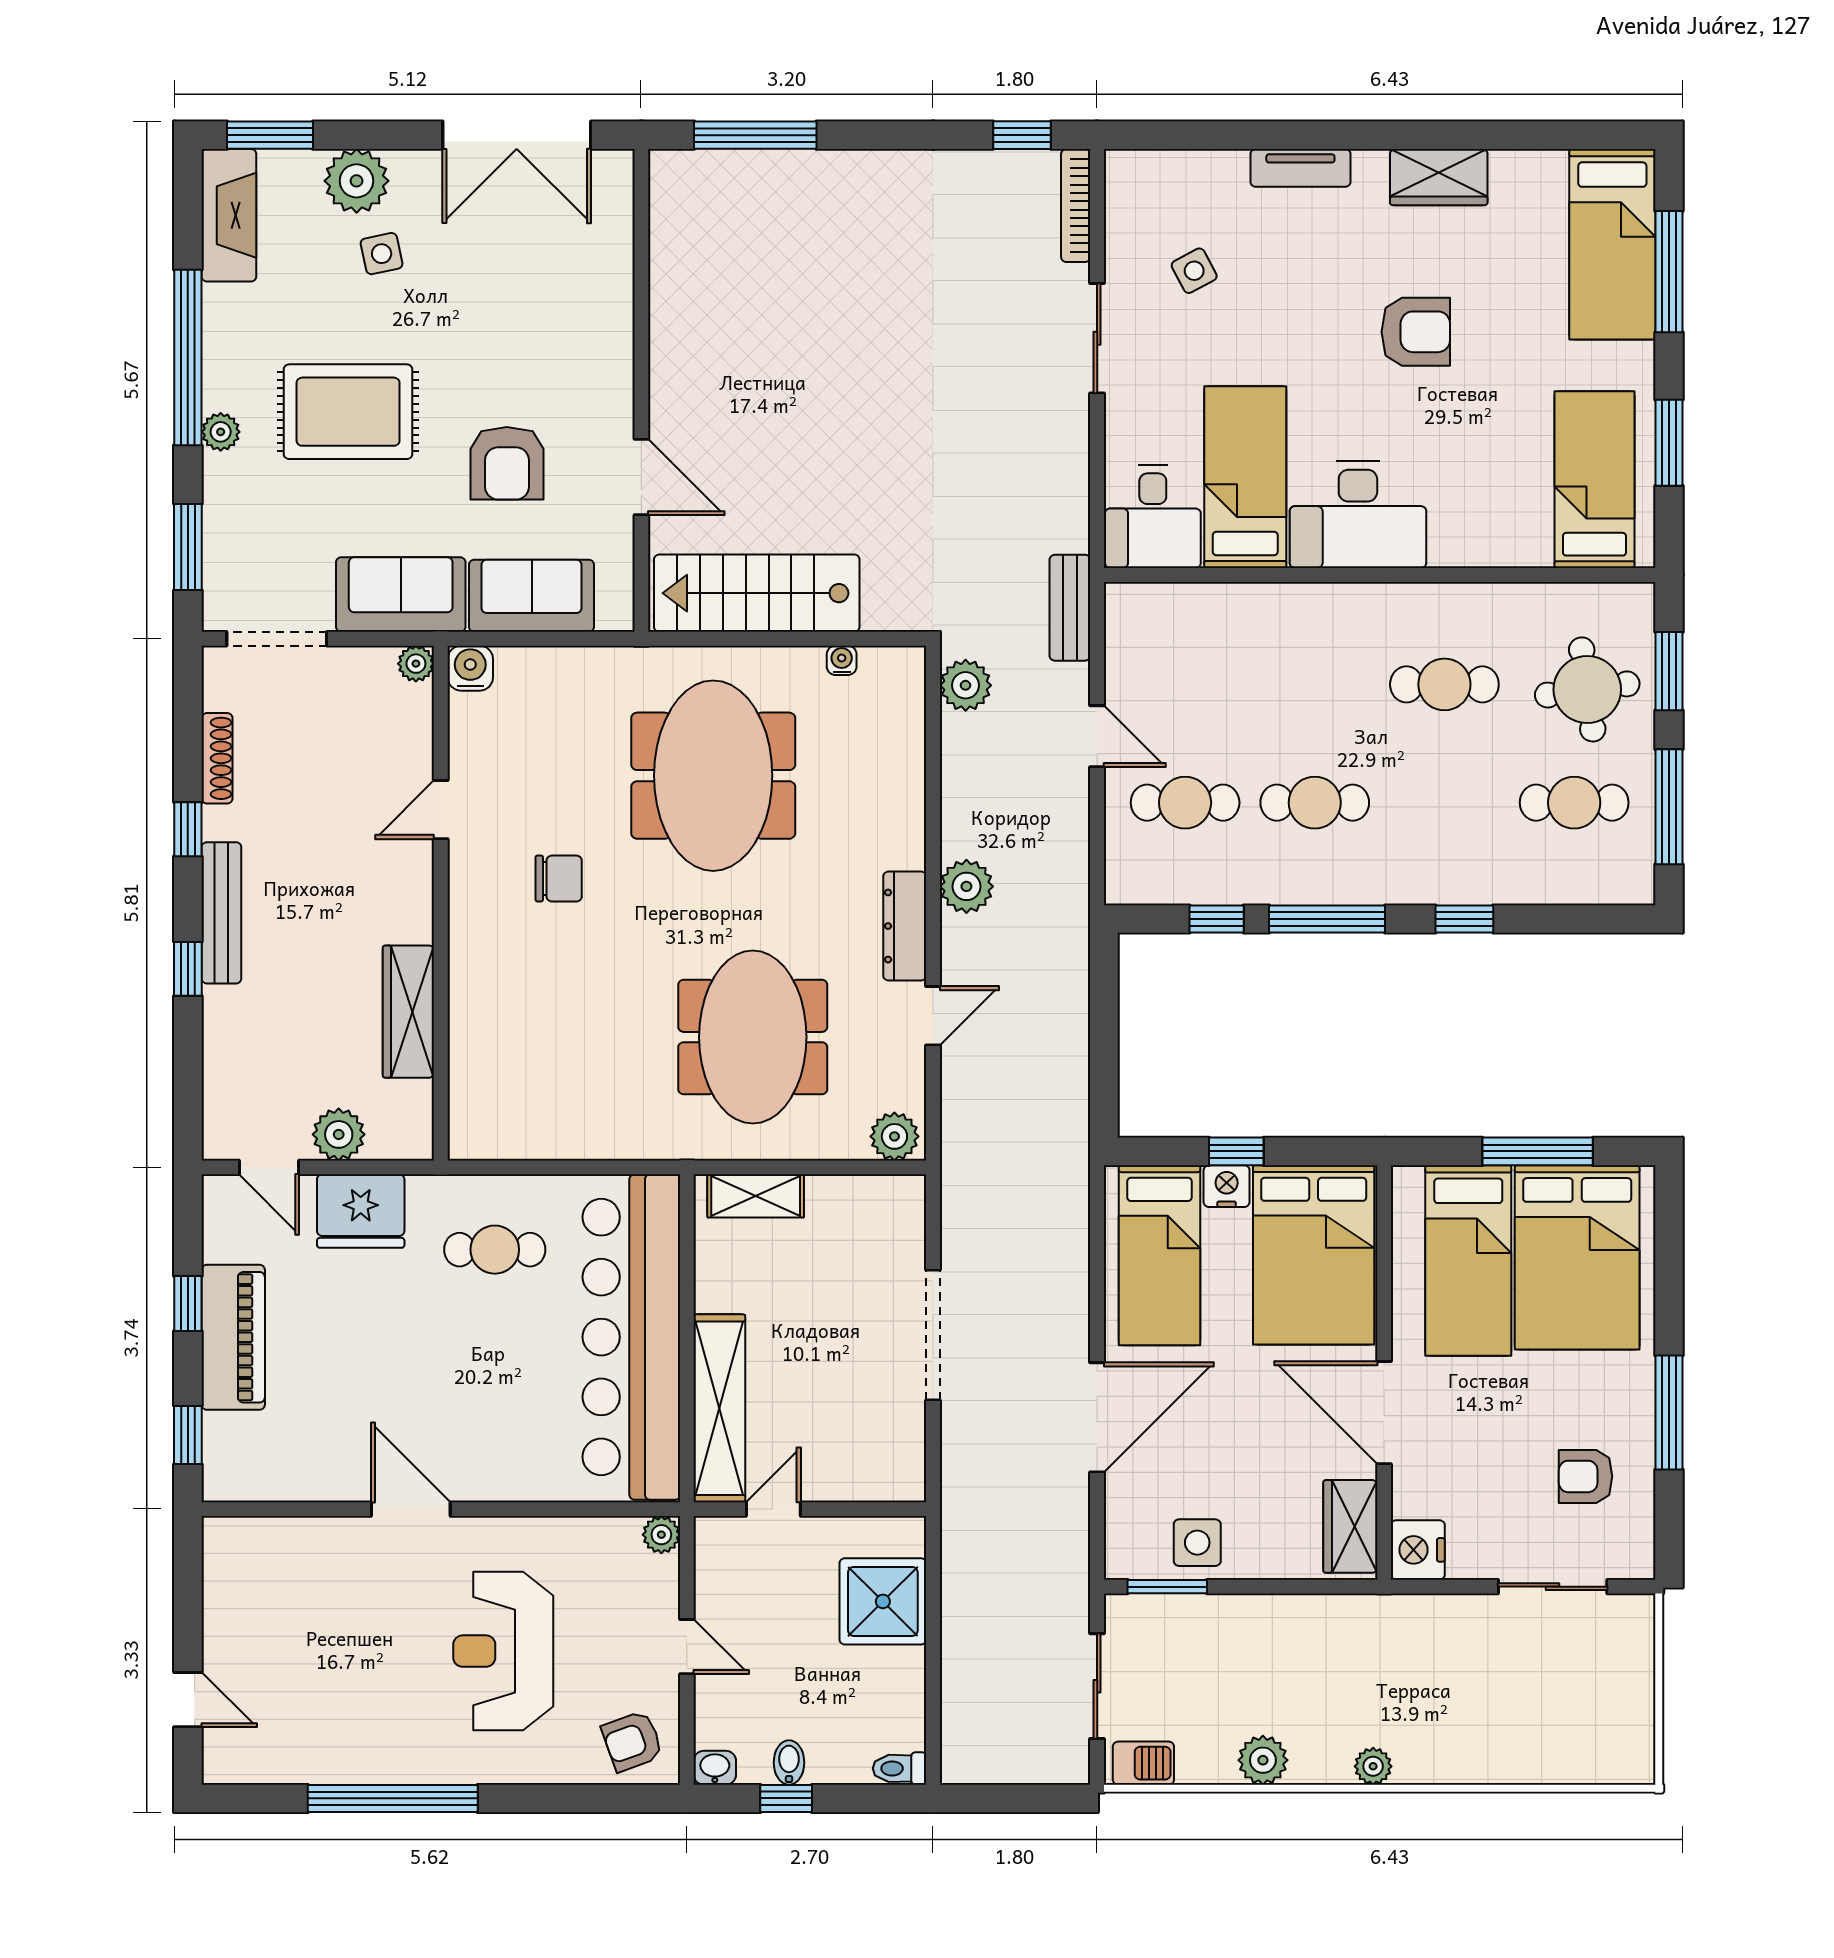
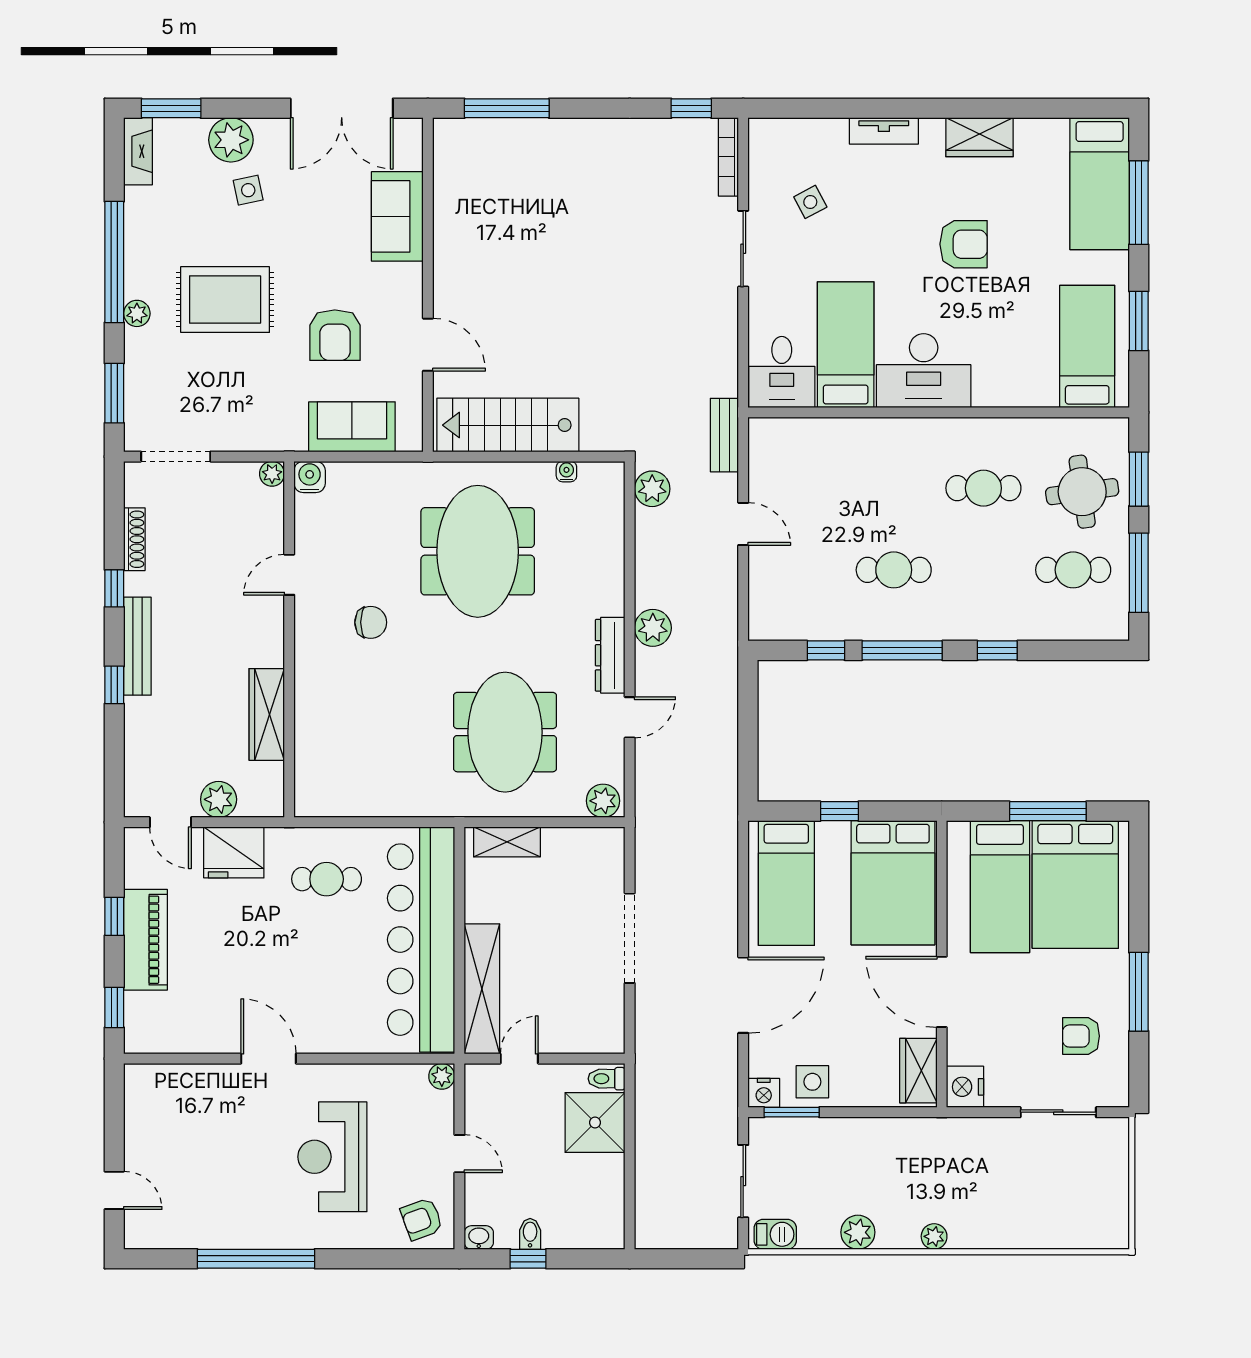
fireplace: (229, 215) -> (138, 151), width x0.73, depth x0.76
sofa: (401, 594) -> (397, 216), moved, turned -90
cafe table: (1185, 803) -> (804, 570), removed
nightstand: (1227, 1186) -> (764, 1093), moved, turned 180
toilet: (900, 1768) -> (607, 1079), moved

